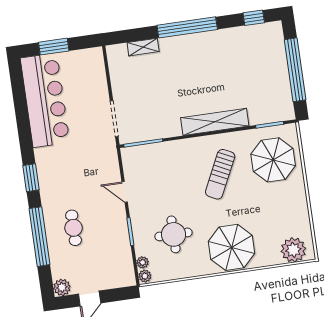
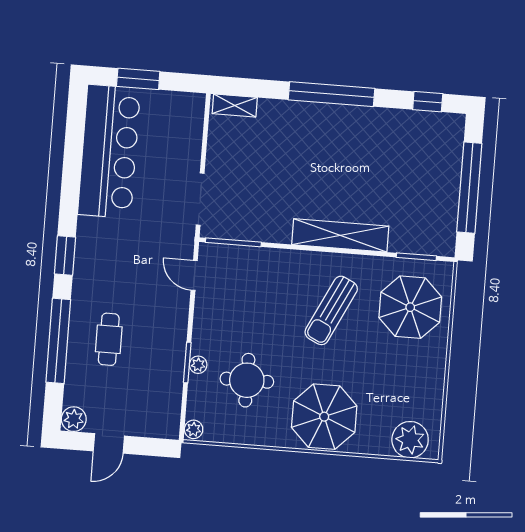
shelving: (143, 47) -> (235, 106), moved
door: (125, 192) -> (194, 275), moved
plant: (143, 262) -> (198, 365), moved

